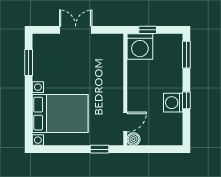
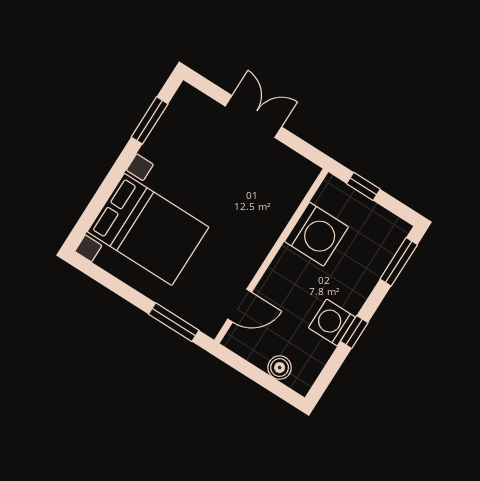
washing machine: (140, 46) -> (316, 234), moved, turned -90
boiler: (133, 139) -> (280, 368), moved
window: (99, 149) -> (174, 322), width x1.50

